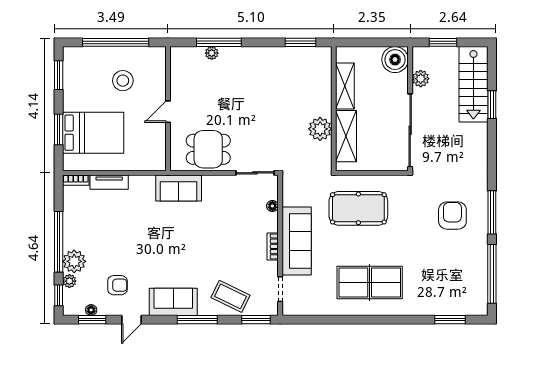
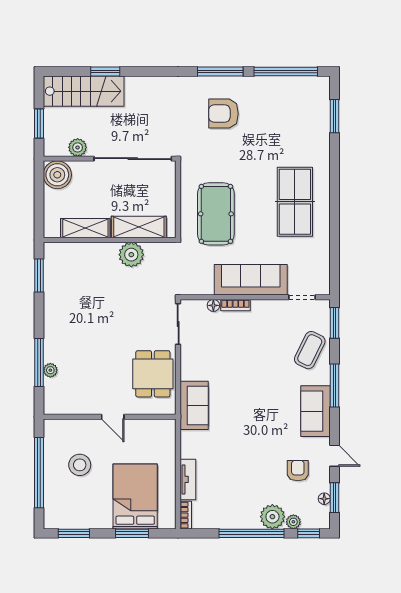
bookcase: (273, 246) -> (235, 305), moved

